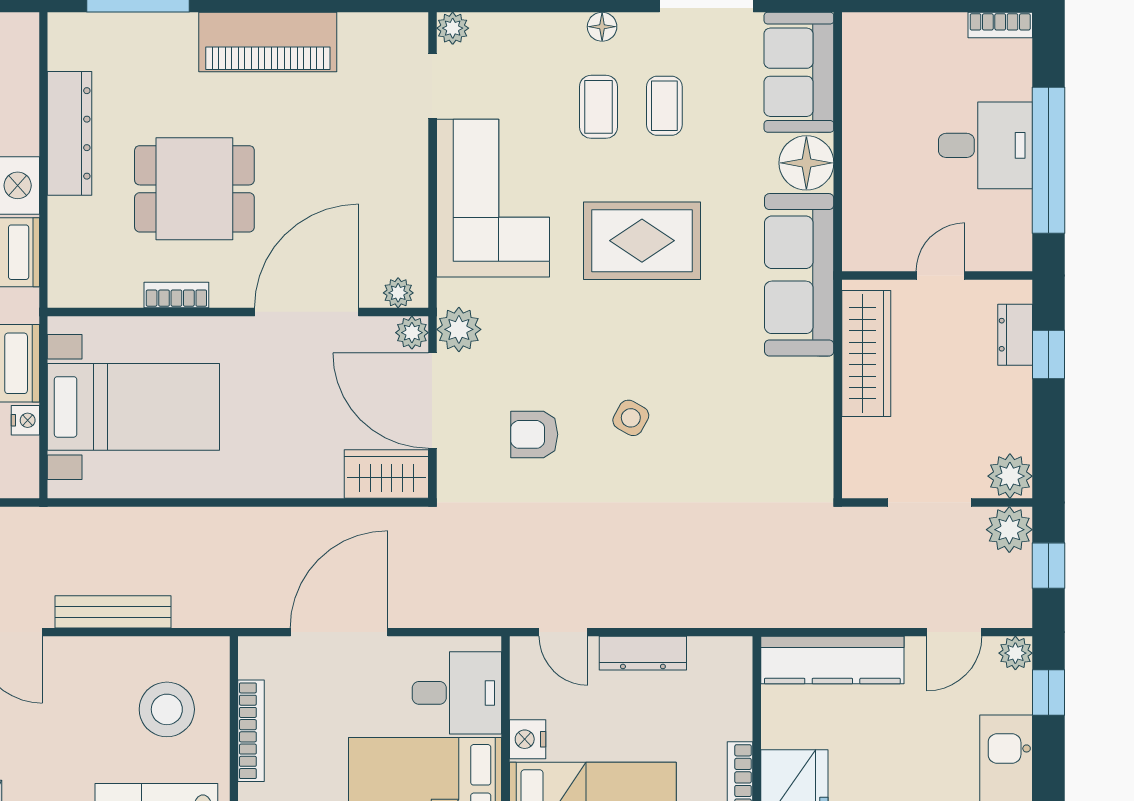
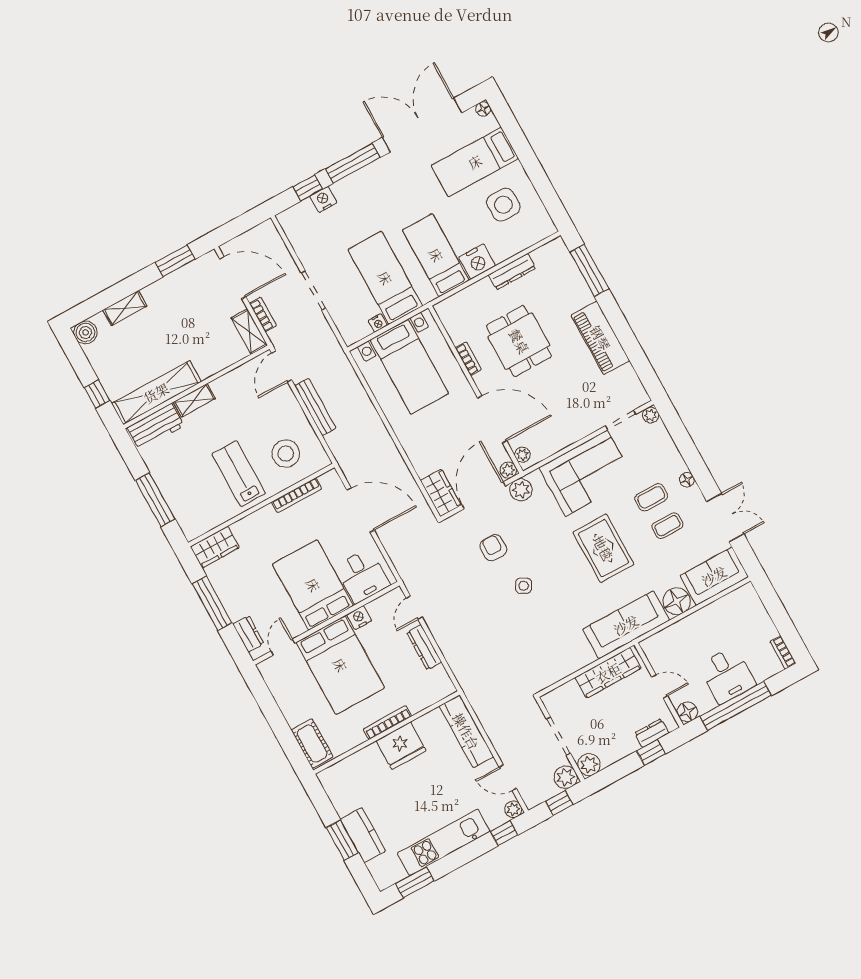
dresser: (70, 133) -> (512, 272), width x0.73, depth x0.80
floor lamp: (1012, 251) -> (687, 712), added

